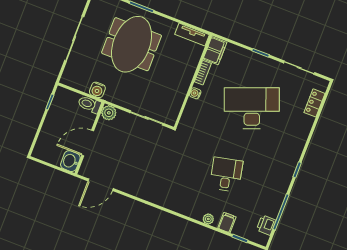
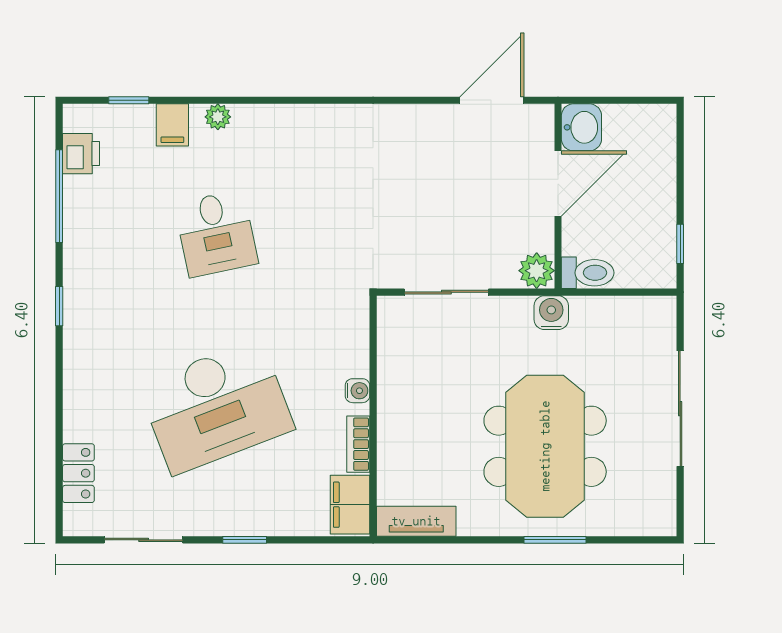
water cooler: (97, 90) -> (551, 313), moved

